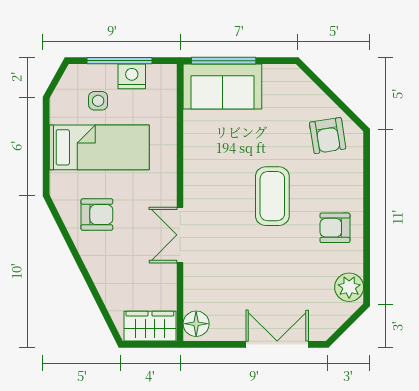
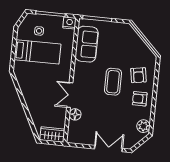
nightstand: (132, 76) -> (69, 23), moved
sofa: (222, 86) -> (87, 44), moved, turned -90
armchair: (328, 136) -> (138, 75), moved
armchair: (97, 214) -> (33, 82), removed
floor lamp: (196, 324) -> (75, 114), moved

